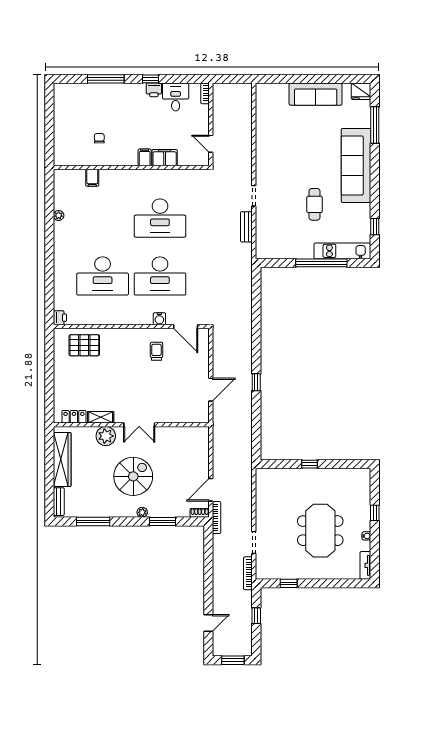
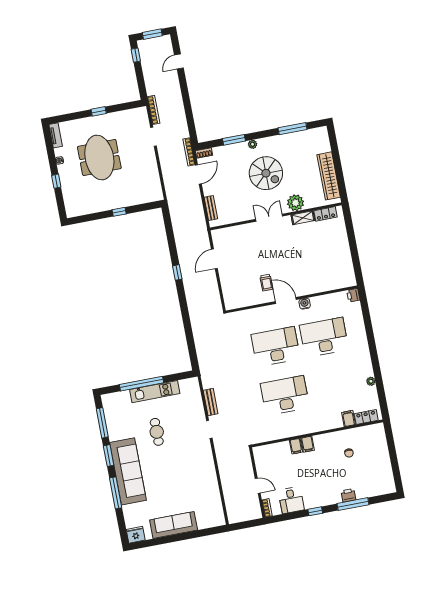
printer: (154, 90) -> (348, 495), moved
window: (375, 125) -> (116, 493), moved
door: (211, 144) -> (258, 486), moved
filing cabinet: (165, 158) -> (296, 446), width x0.50
locker: (72, 176) -> (366, 417), added
window: (375, 188) -> (109, 456), added
window: (375, 227) -> (102, 423), width x2.17
kitchen unit: (342, 251) -> (155, 392), moved
water cooler: (159, 319) -> (305, 304), moved
door: (186, 326) -> (286, 300), moved
pallet: (84, 345) -> (328, 276), removed
spiral stairs: (133, 476) -> (266, 173), turned -90
bench: (59, 502) -> (211, 208), moved
window: (289, 583) -> (99, 111), moved
window: (256, 616) -> (136, 55), moved

